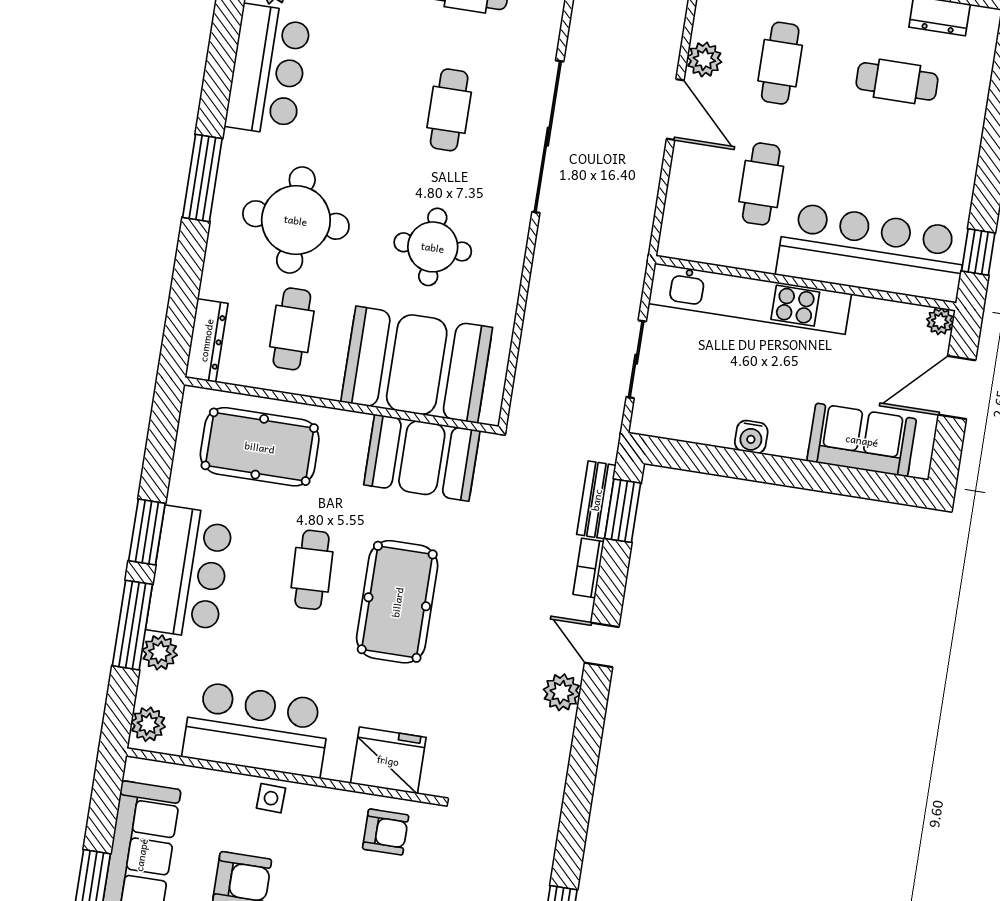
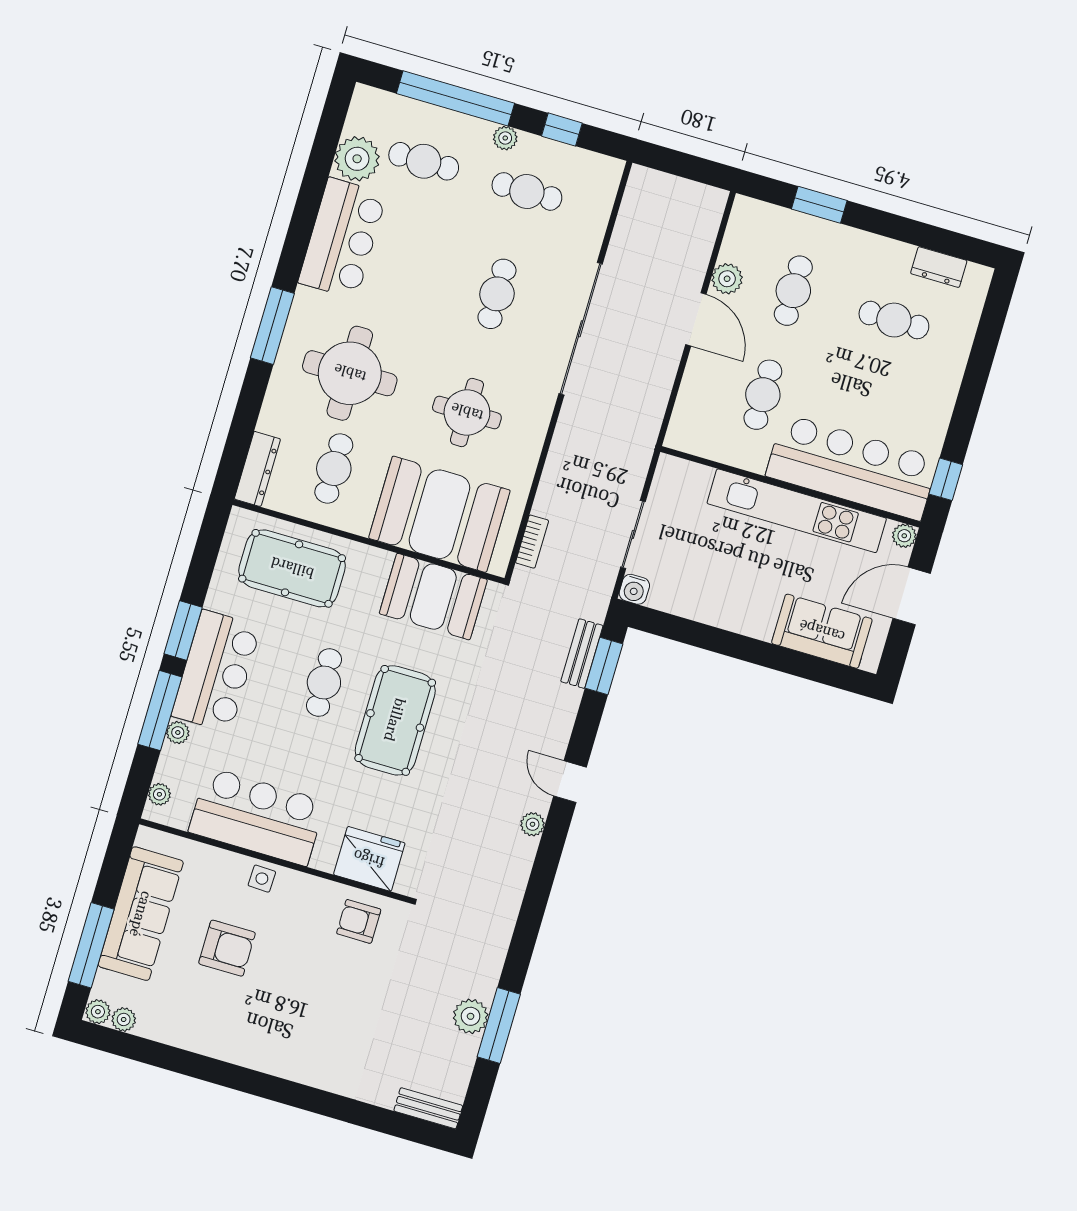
kitchen unit: (750, 299) -> (797, 511), moved
water cooler: (751, 437) -> (634, 589), moved
bookcase: (589, 568) -> (532, 542), moved, turned 180
plant: (160, 652) -> (178, 732), width x0.73, depth x0.73
plant: (562, 692) -> (533, 824), width x0.73, depth x0.73
plant: (148, 724) -> (159, 794), width x0.73, depth x0.73
armchair: (386, 832) -> (359, 921), turned 180

